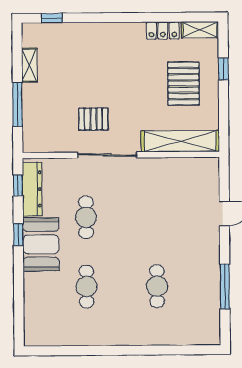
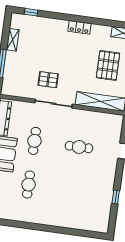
locker: (163, 30) -> (79, 27), moved
cafe table: (157, 286) -> (79, 147), moved, turned 90
window: (225, 286) -> (116, 197), width x0.46

